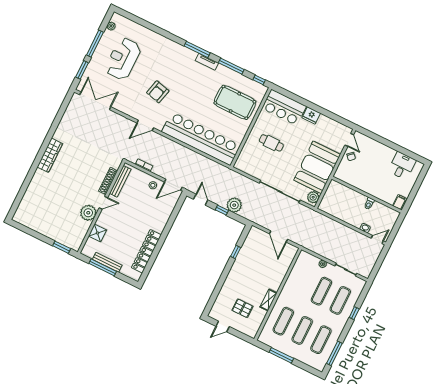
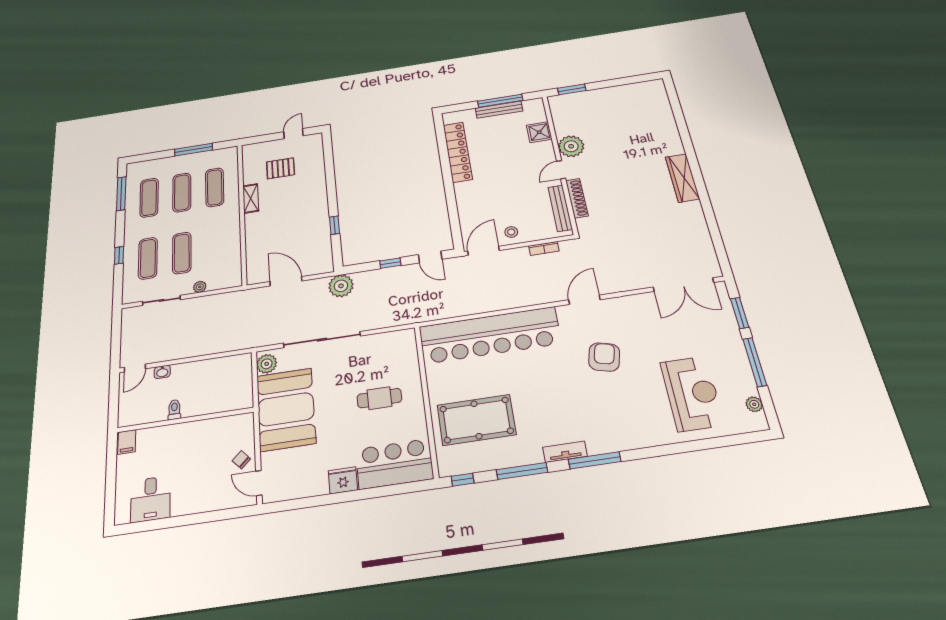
reception desk: (123, 59) -> (692, 393), moved
plant: (234, 205) -> (341, 286), moved

